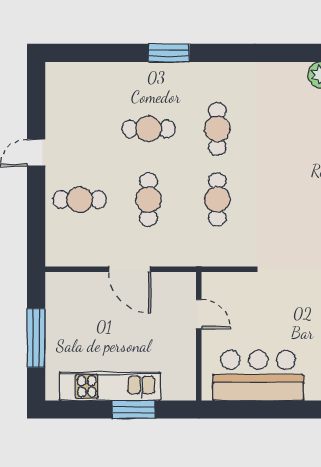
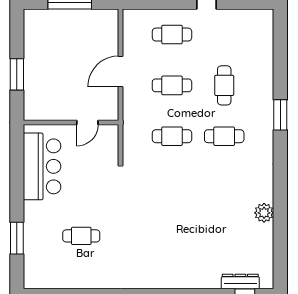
window: (169, 53) -> (280, 115), moved
cafe table: (80, 200) -> (172, 35), turned 90
kitchen unit: (110, 386) -> (34, 57), removed

